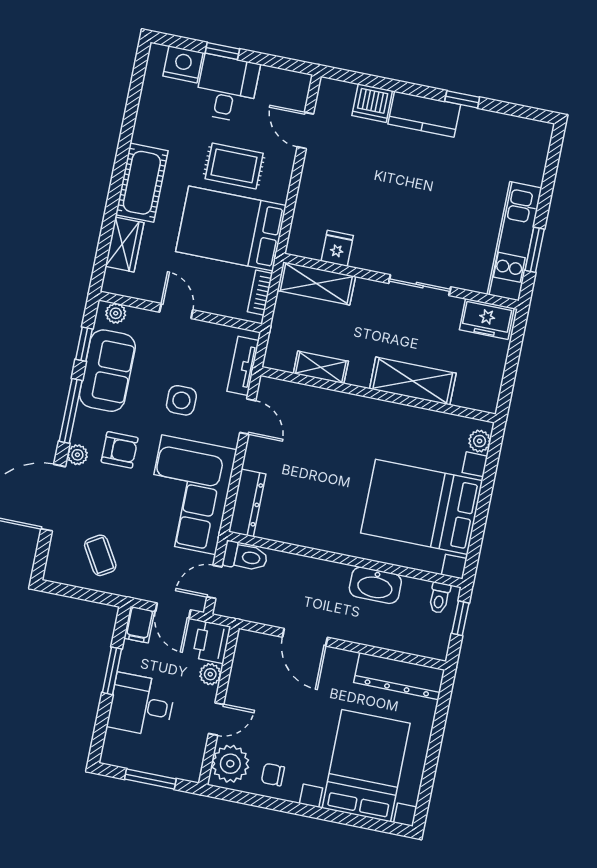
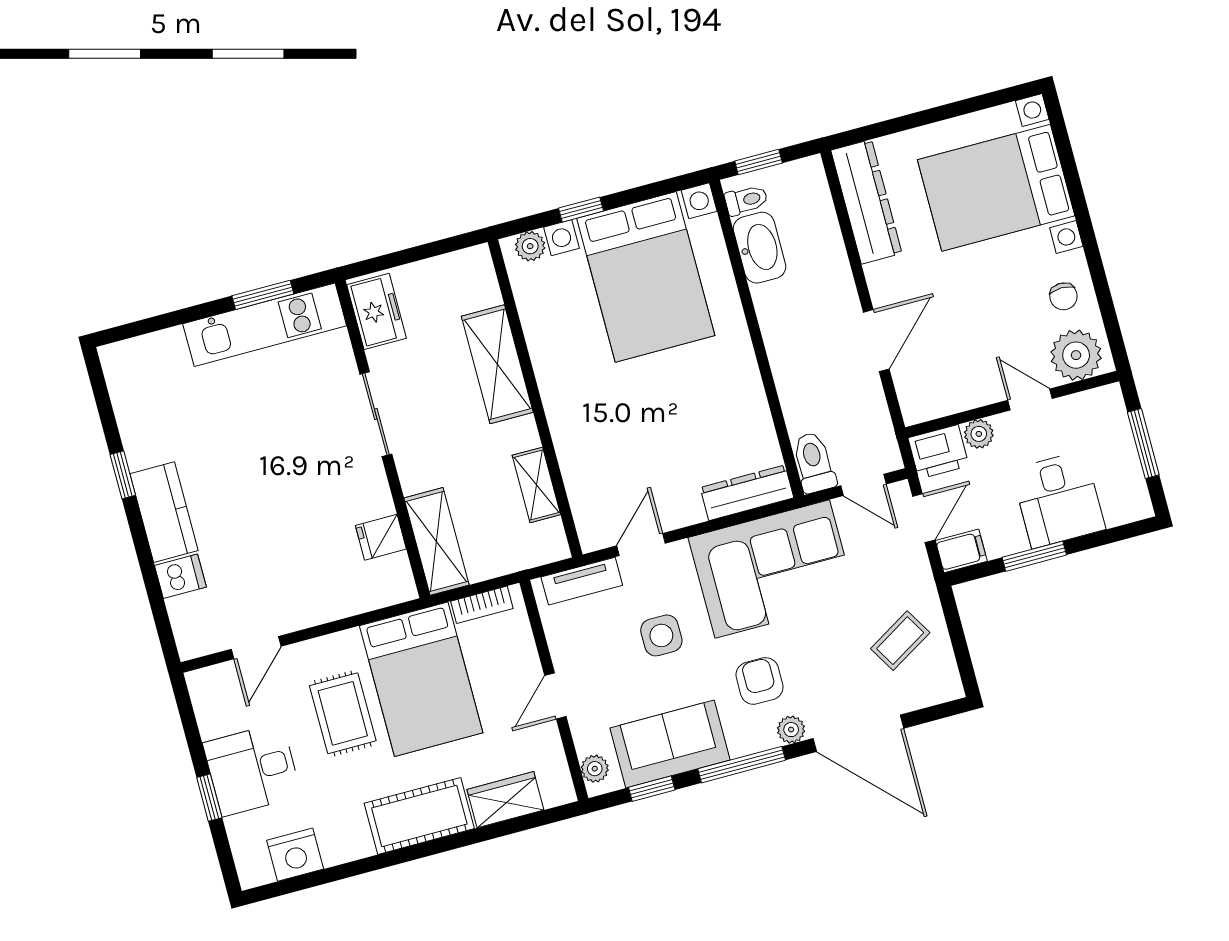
nightstand: (183, 64) -> (295, 855), moved, turned -90
dishwasher: (372, 103) -> (180, 576), width x0.73
window: (487, 486) -> (581, 210), added
washbasin: (375, 585) -> (760, 248), moved

